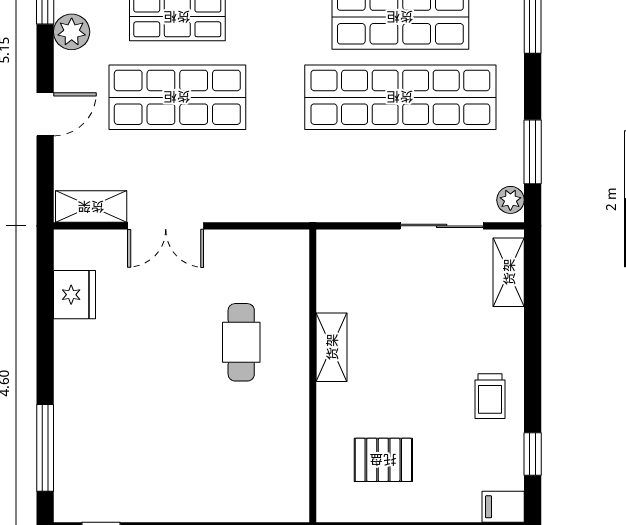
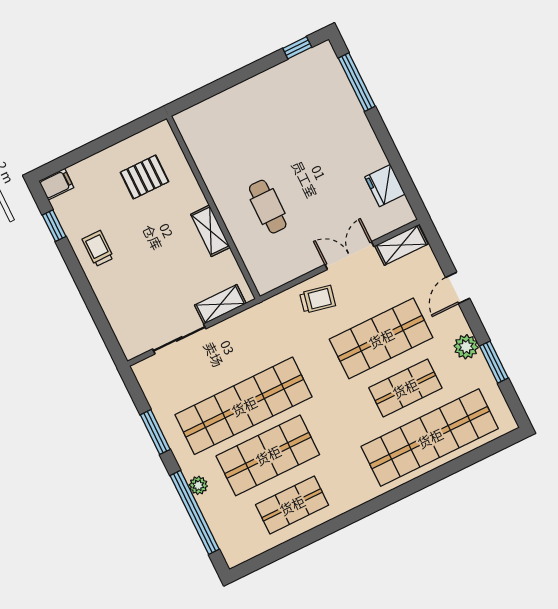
window: (533, 152) -> (155, 432), moved
trolley: (235, 189) -> (318, 299), added
plant: (510, 200) -> (198, 485), moved
shelving: (509, 272) -> (220, 304), moved, turned 90

